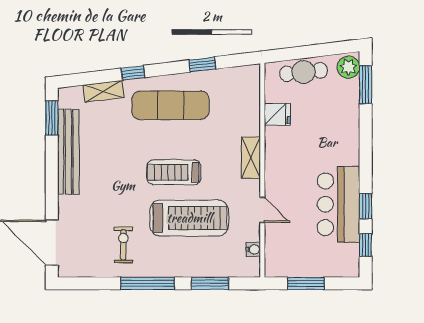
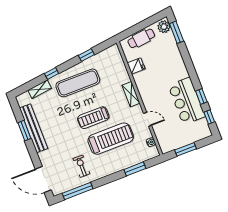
window: (52, 118) -> (24, 131), moved
window: (148, 283) -> (78, 191), moved

